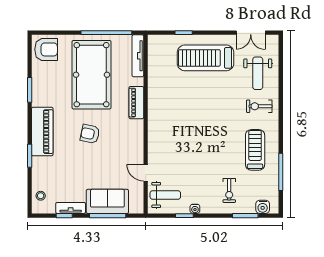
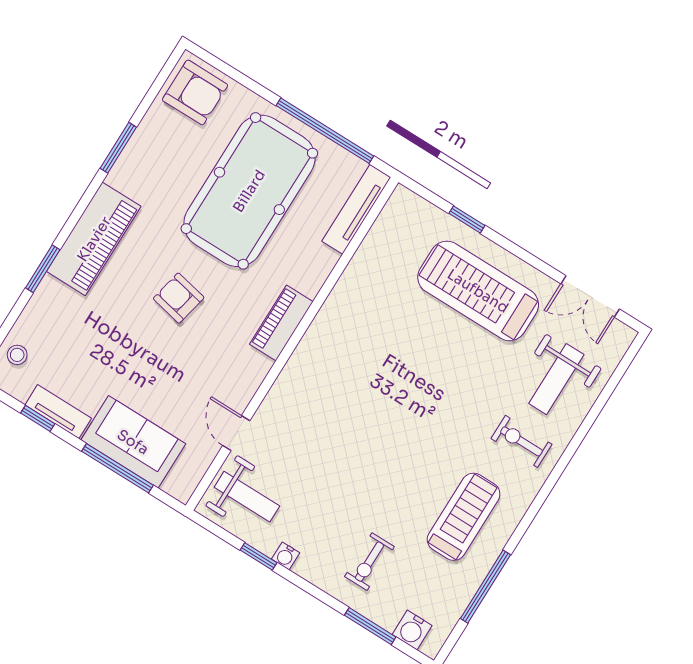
piano: (136, 103) -> (281, 323), moved

